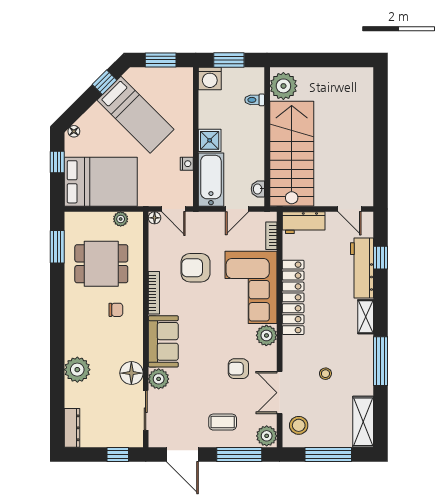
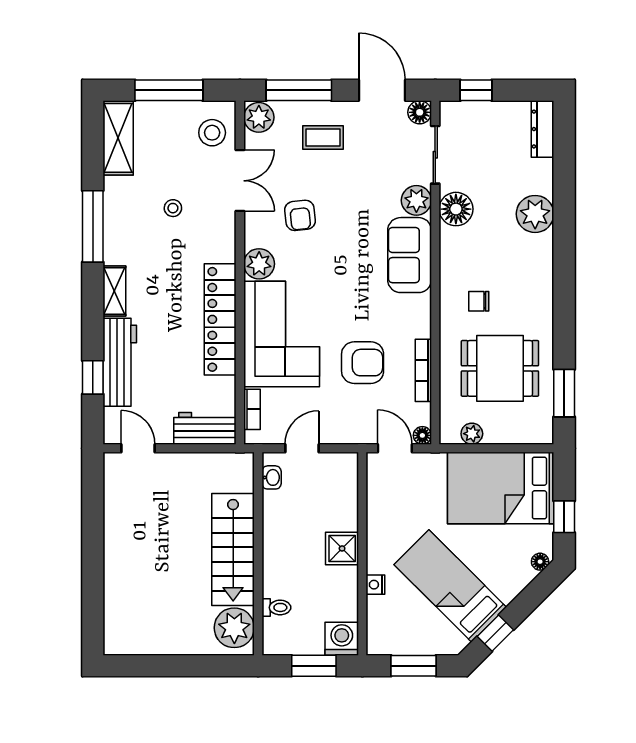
stairs: (292, 154) -> (233, 550), width x0.73, depth x0.66
nightstand: (187, 164) -> (375, 585), moved
bathtub: (211, 180) -> (340, 491), removed
bookcase: (154, 293) -> (423, 370), moved
armchair: (238, 369) -> (300, 215), turned 84
floor lamp: (156, 439) -> (420, 112), added

